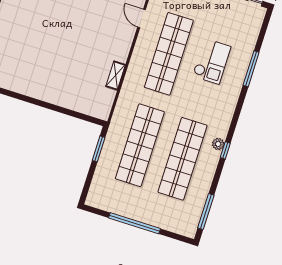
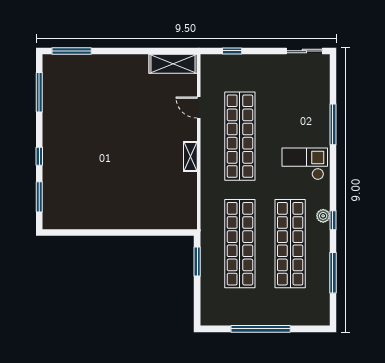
checkout: (212, 61) -> (305, 164), moved, turned -90
shelving: (116, 75) -> (190, 156), moved
window: (206, 211) -> (333, 273), moved

